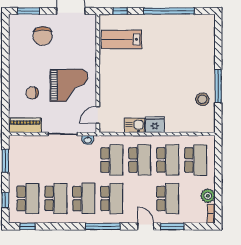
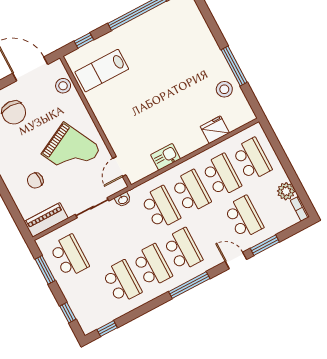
stool: (88, 36) -> (63, 86), added
grand piano: (69, 85) -> (71, 151), turned 63
fridge: (155, 125) -> (215, 130), moved
school desk: (28, 198) -> (69, 256), moved

